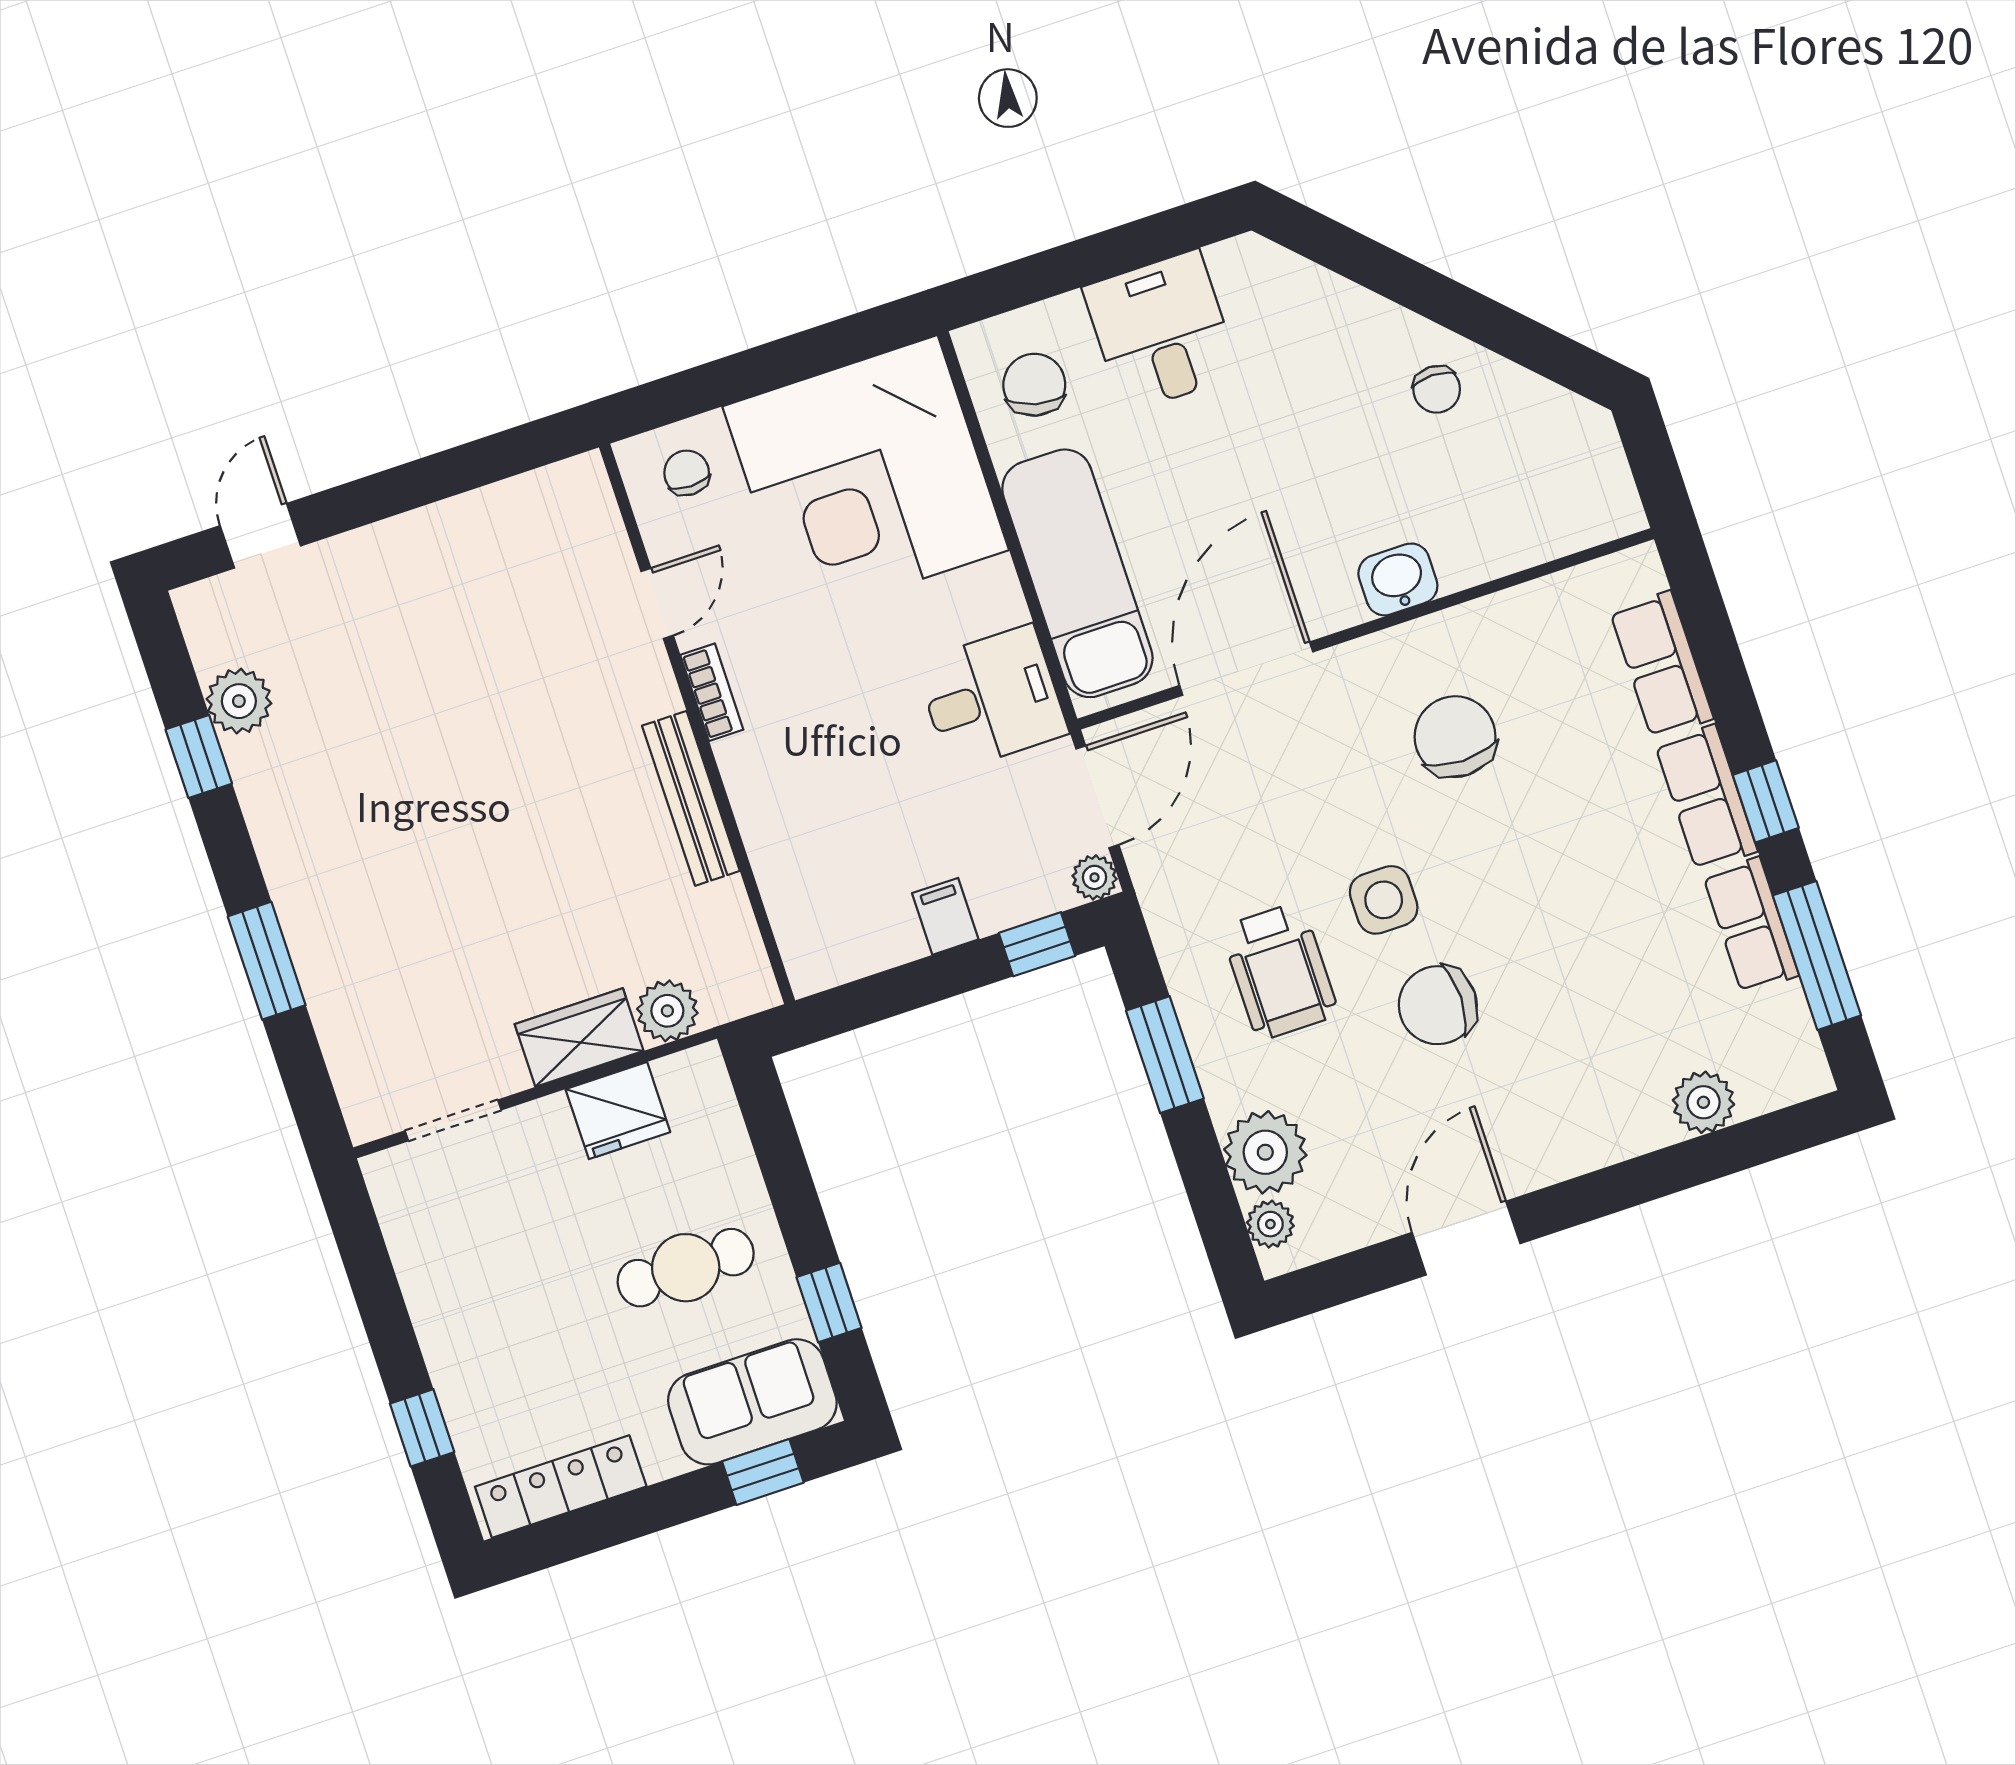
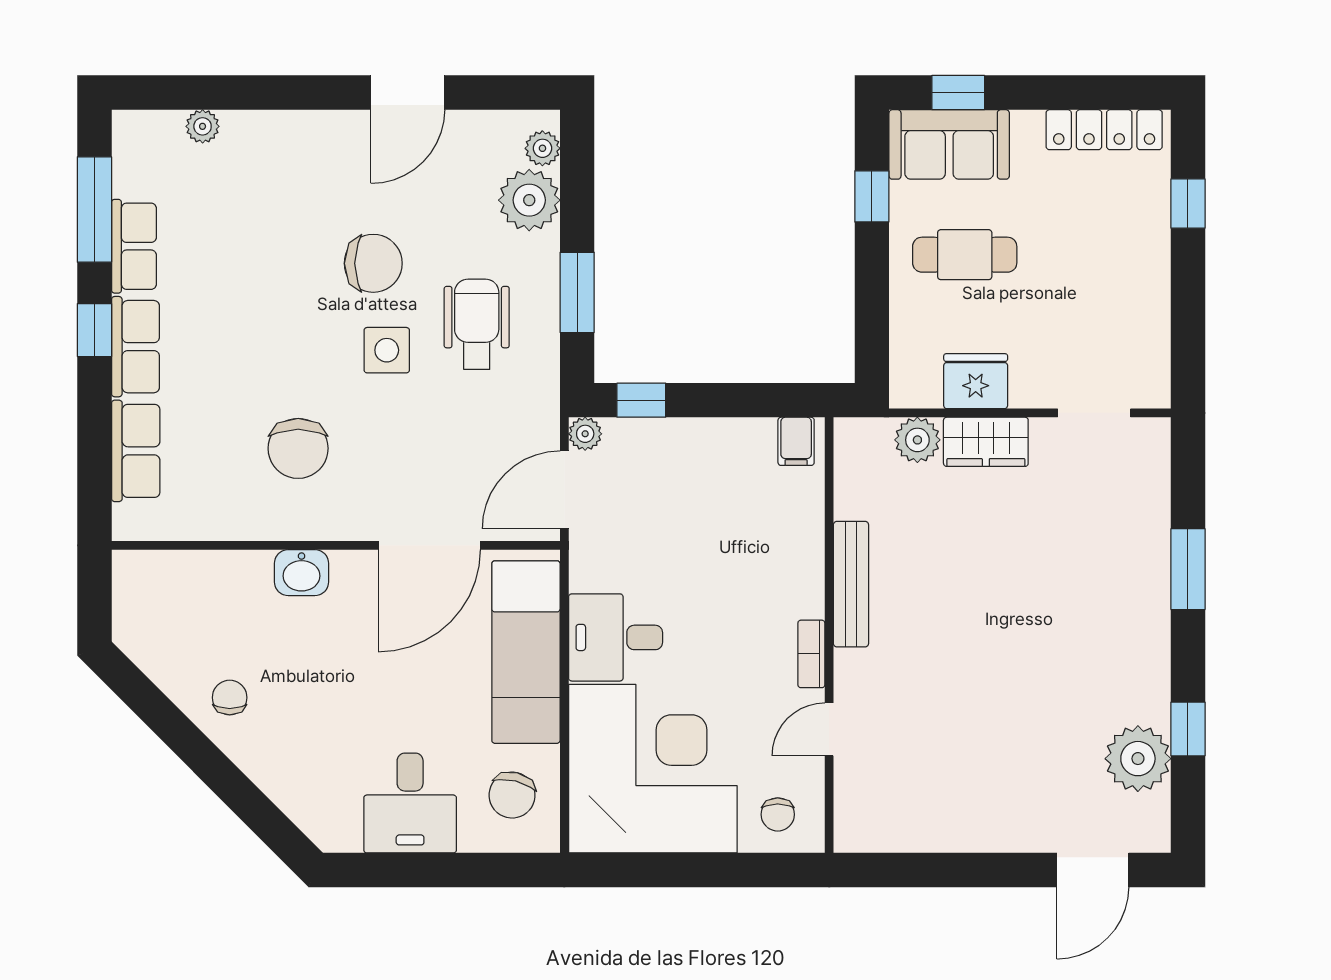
door: (260, 536) -> (1093, 870), width x1.38
desk: (992, 698) -> (616, 637), moved
plant: (239, 701) -> (1138, 759), width x1.36, depth x1.36
filing cabinet: (945, 916) -> (796, 441), moved
plant: (1703, 1102) -> (203, 126), width x0.73, depth x0.73

